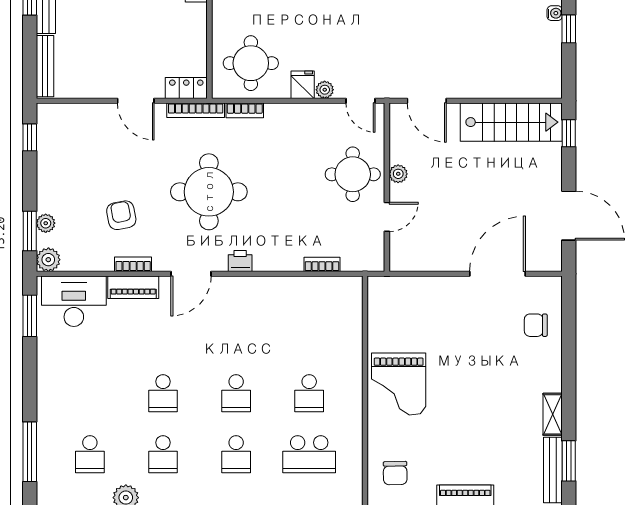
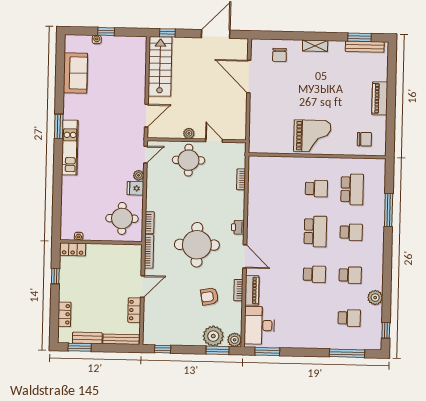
locker: (186, 88) -> (134, 310), moved
plant: (46, 223) -> (213, 336), width x1.88, depth x1.88
school desk: (236, 393) -> (315, 231), width x1.85
shelving: (553, 414) -> (315, 46), moved

